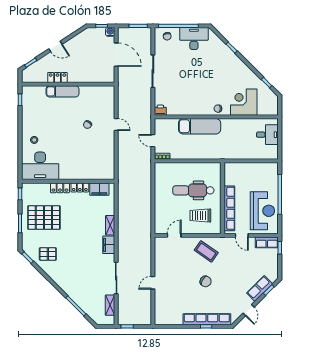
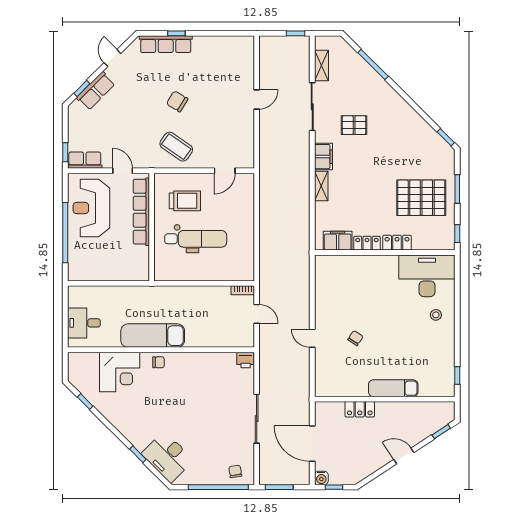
desk: (194, 38) -> (167, 457), moved, turned 45
locker: (57, 77) -> (360, 409), moved
exam couch: (200, 126) -> (153, 336), moved
pallet: (48, 254) -> (354, 125), moved
row of seats: (207, 319) -> (166, 44), width x0.73

